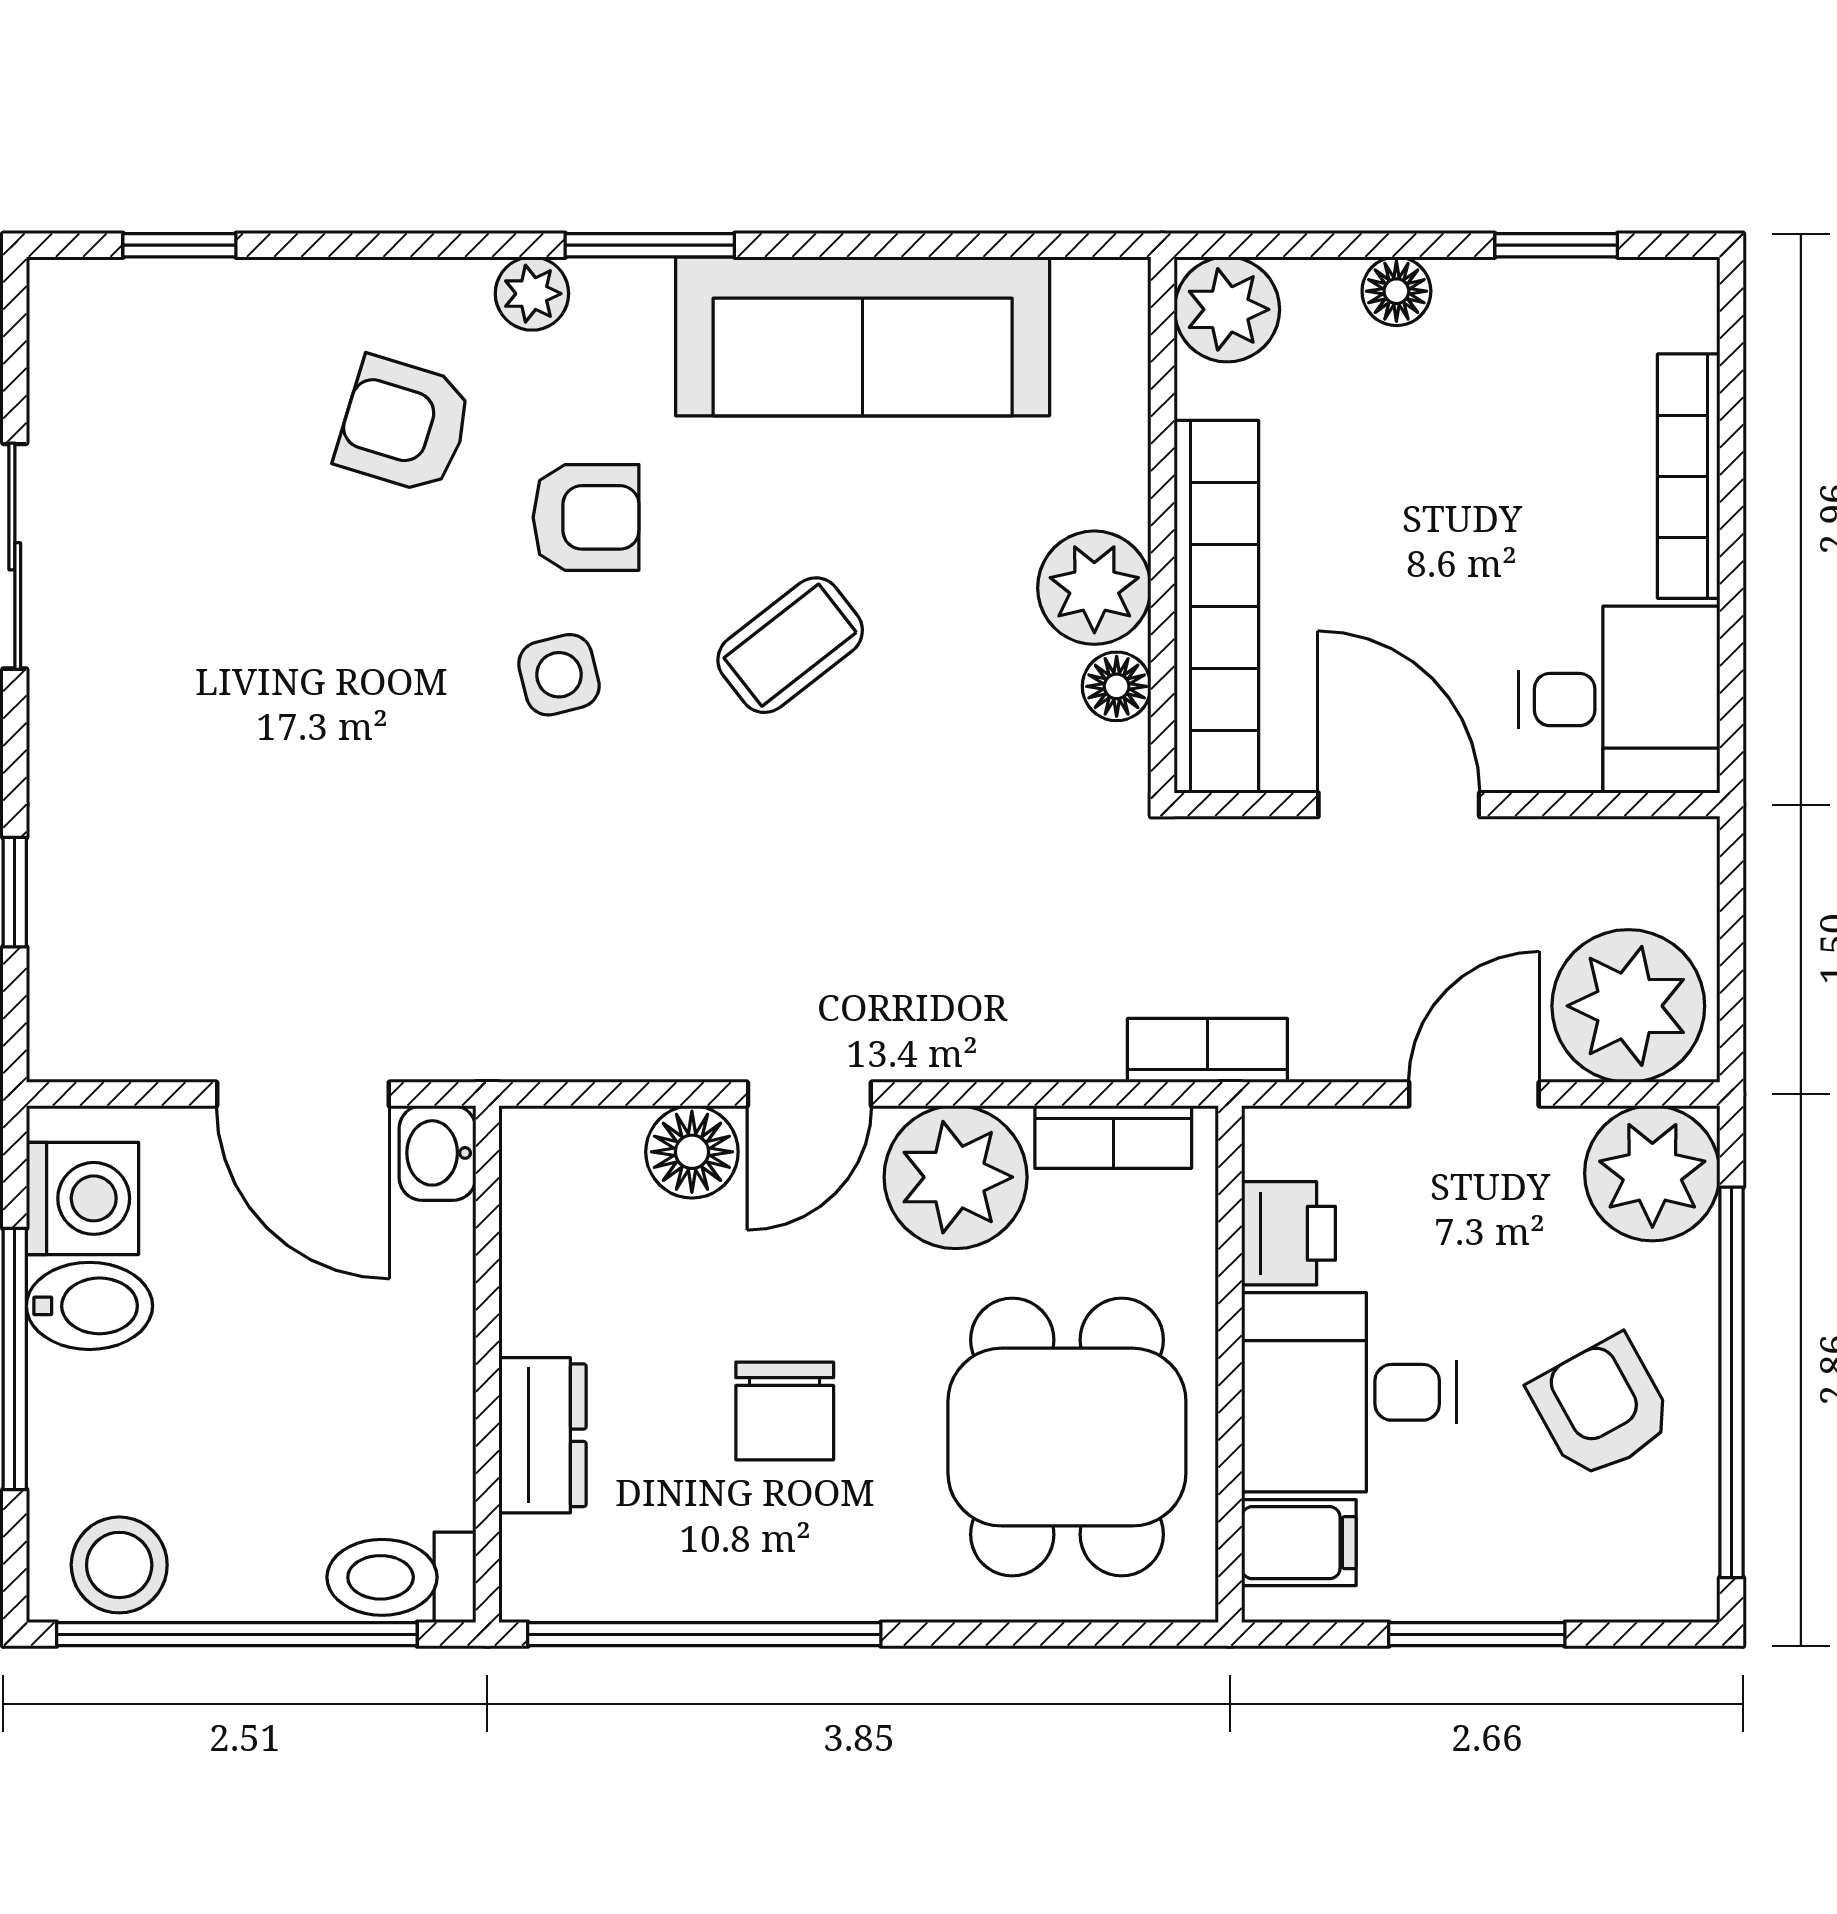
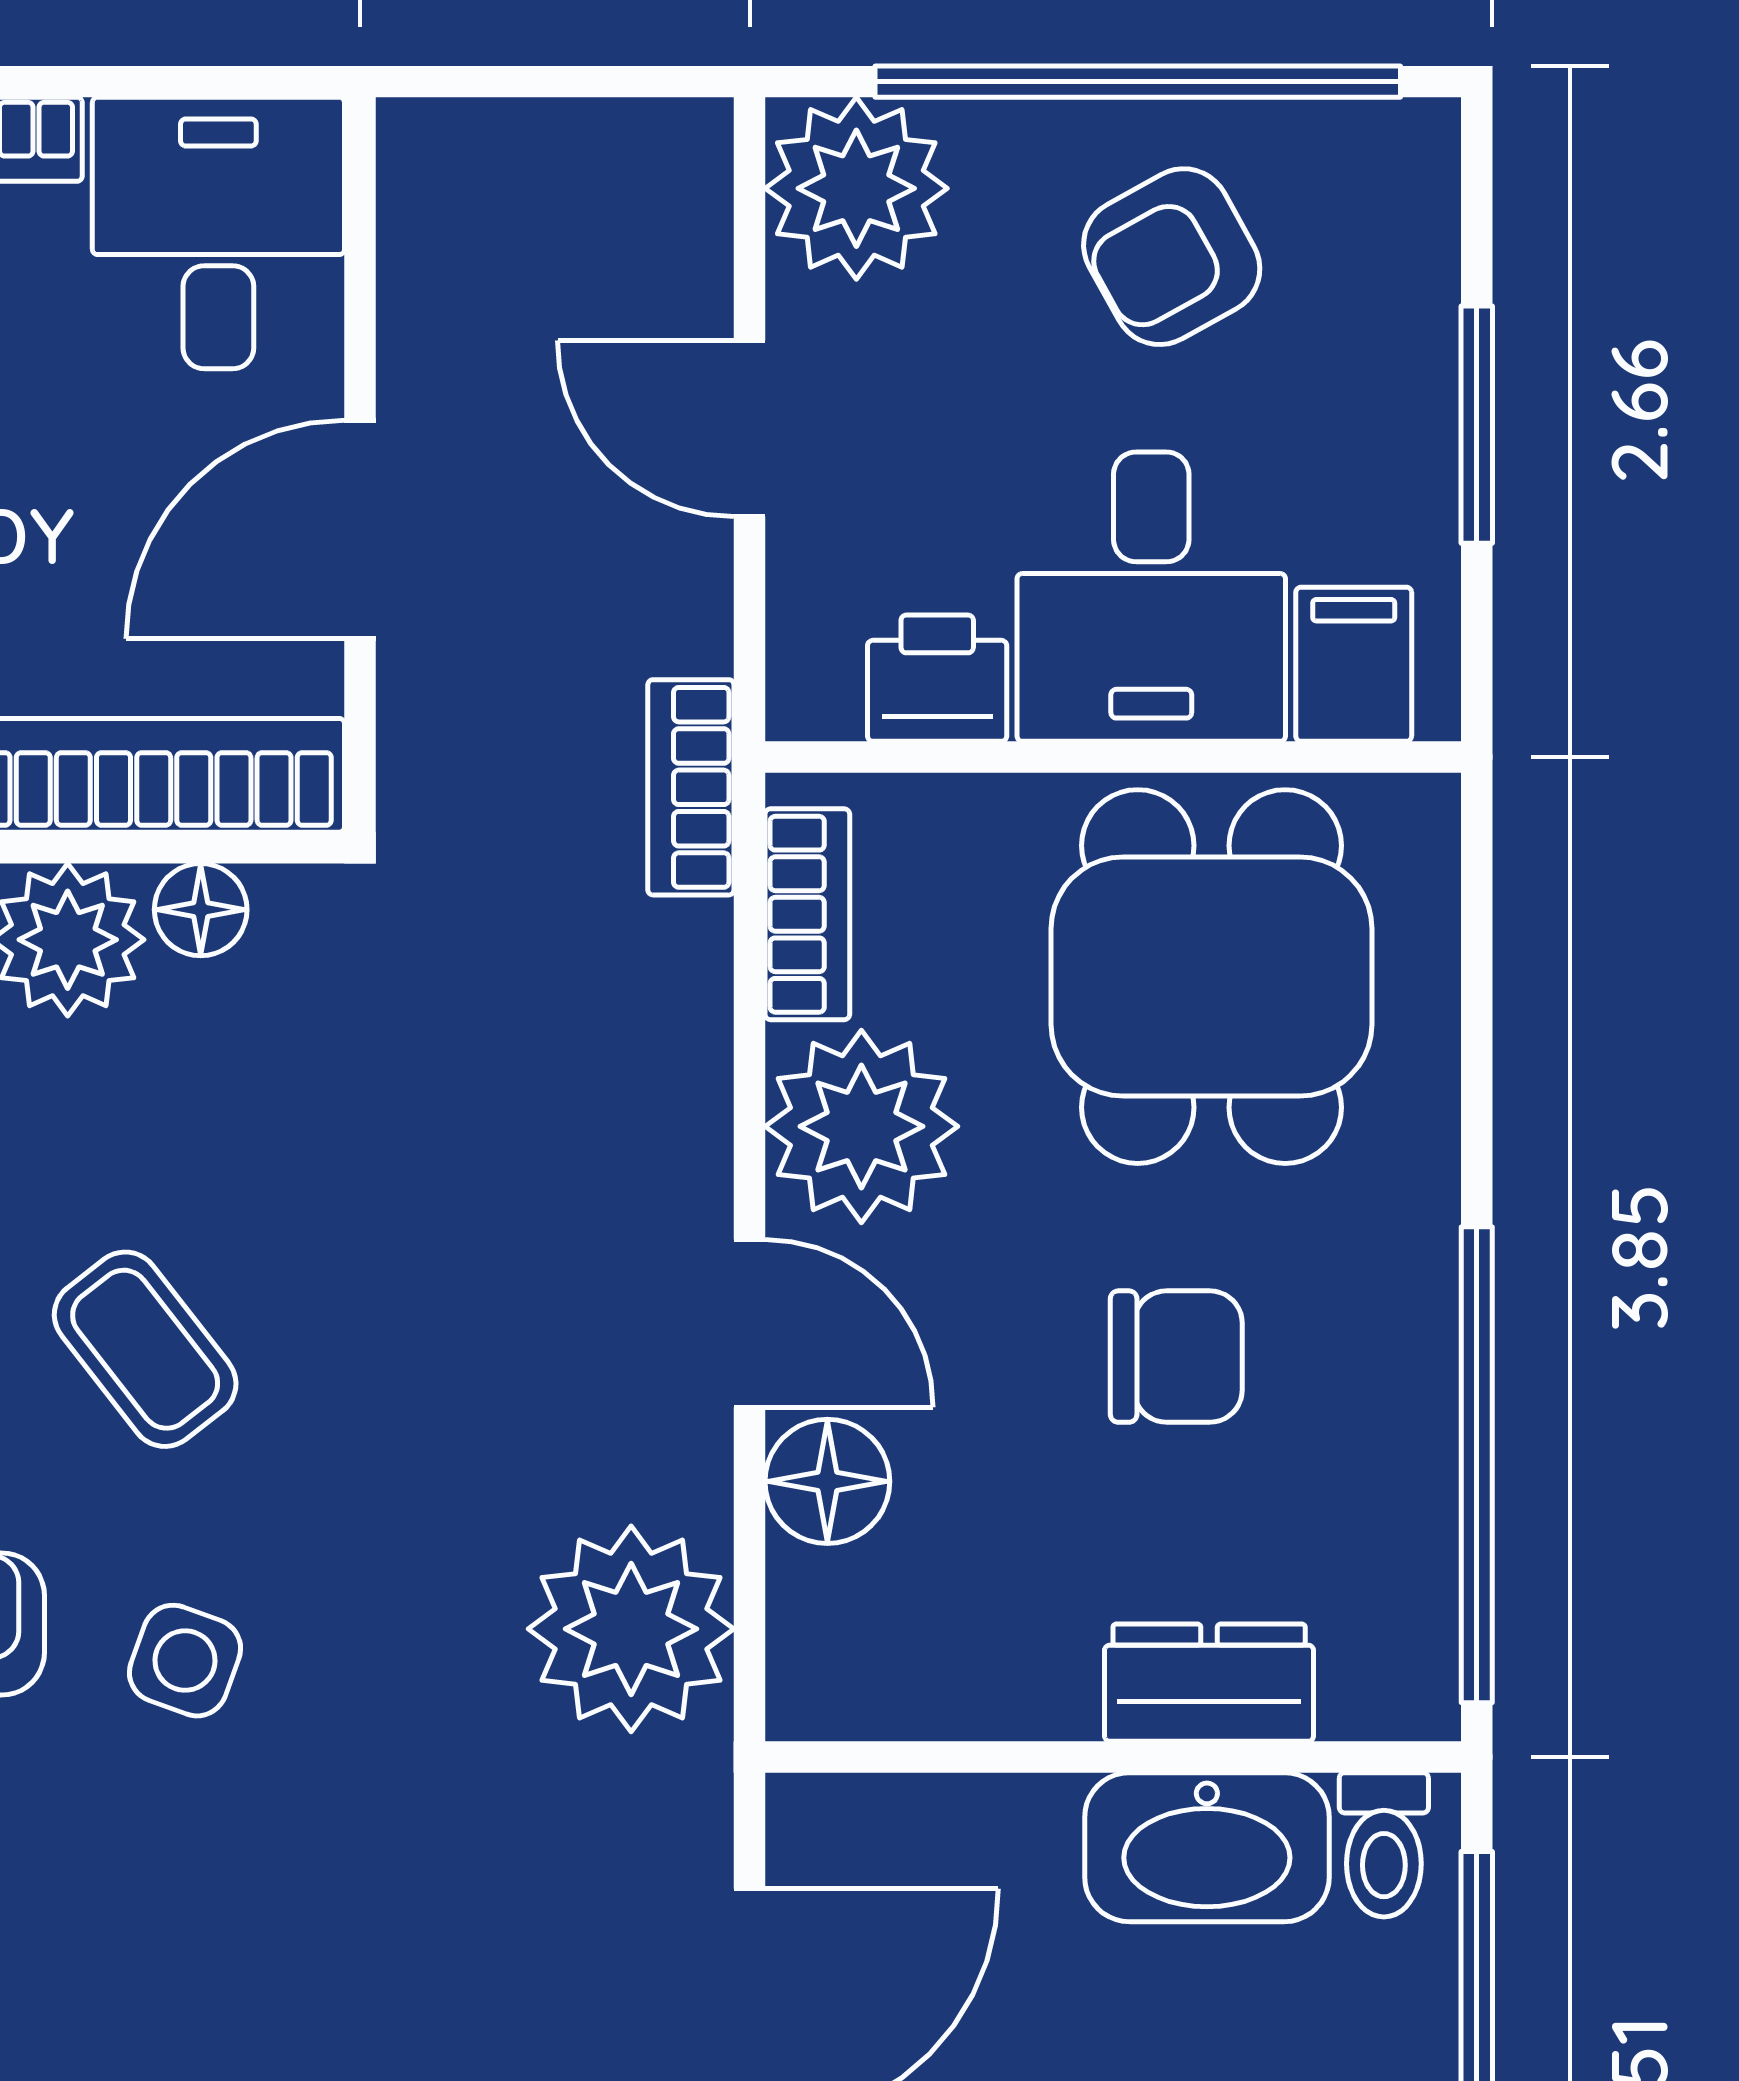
side table: (559, 675) -> (185, 1661), turned 34
plant: (1628, 1006) -> (631, 1629), moved
washbasin: (437, 1153) -> (1207, 1847), moved, width x1.91, depth x1.45
dining table: (1067, 1437) -> (1211, 977), turned 90
toilet: (401, 1577) -> (1384, 1845), width x0.73, depth x0.72

